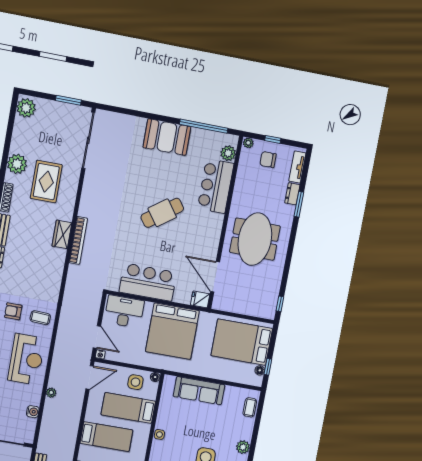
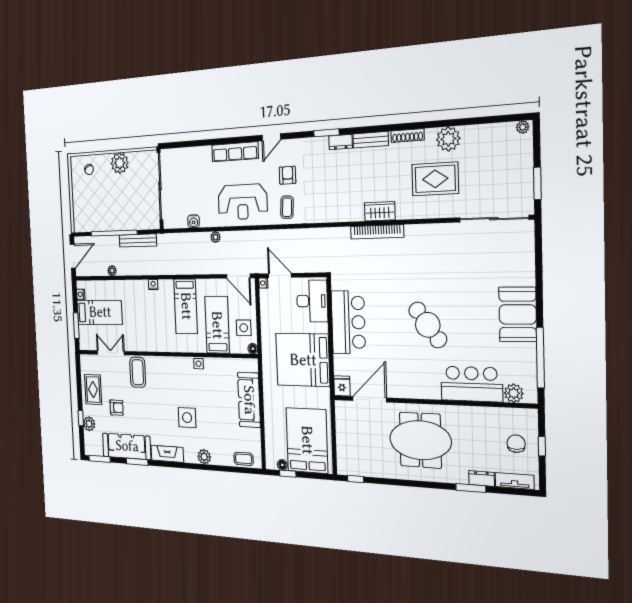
plant: (26, 108) -> (523, 127), width x0.53, depth x0.53
plant: (248, 143) -> (531, 416), removed
door: (97, 337) -> (280, 275), swing flipped

